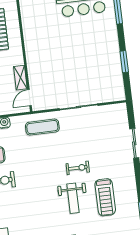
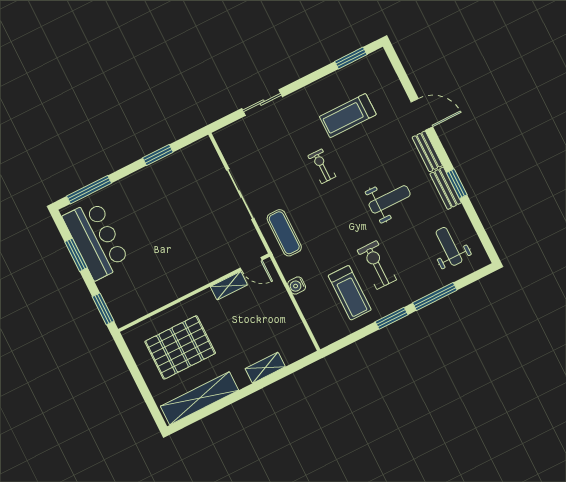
treadmill: (105, 197) -> (348, 116), turned 180
weight bench: (73, 198) -> (390, 199), moved

